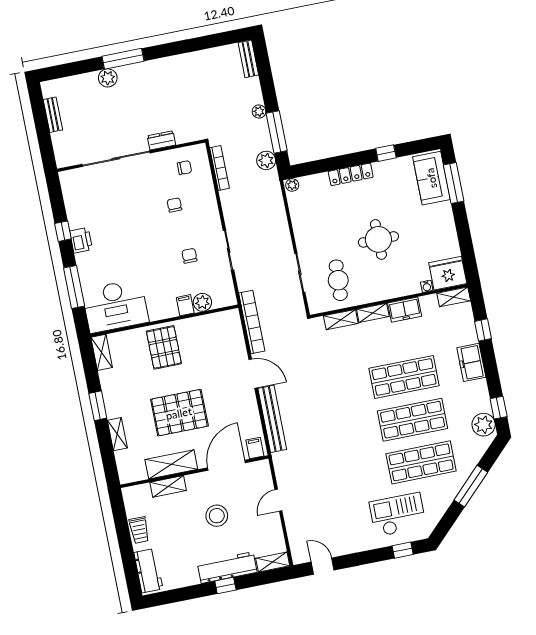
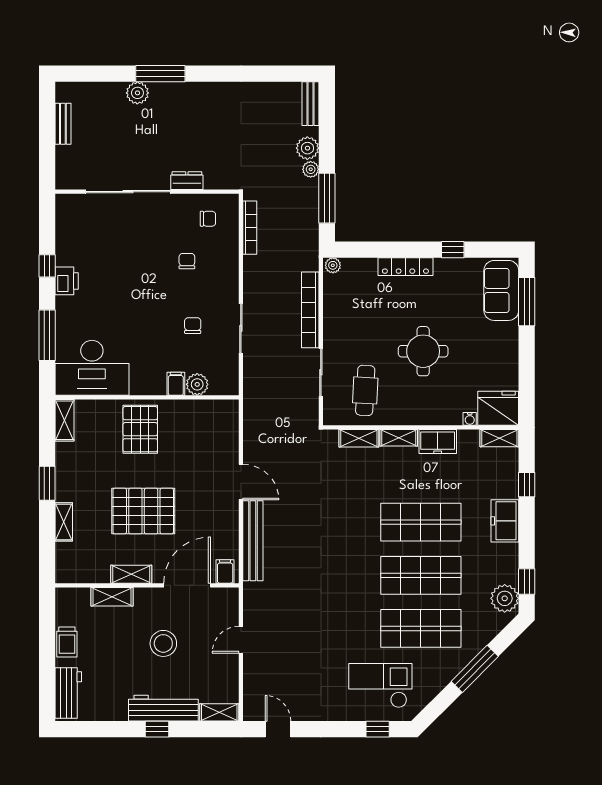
plant: (266, 160) -> (307, 148), moved
bookcase: (252, 322) -> (310, 310), moved, turned 180
shelving: (171, 464) -> (131, 574), width x0.67, depth x0.75

